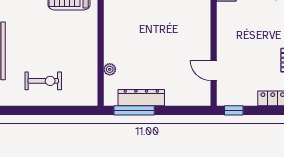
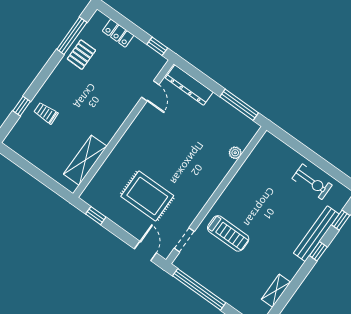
exercise bike: (43, 81) -> (312, 182), moved, turned 180
dresser: (141, 98) -> (189, 85), moved

